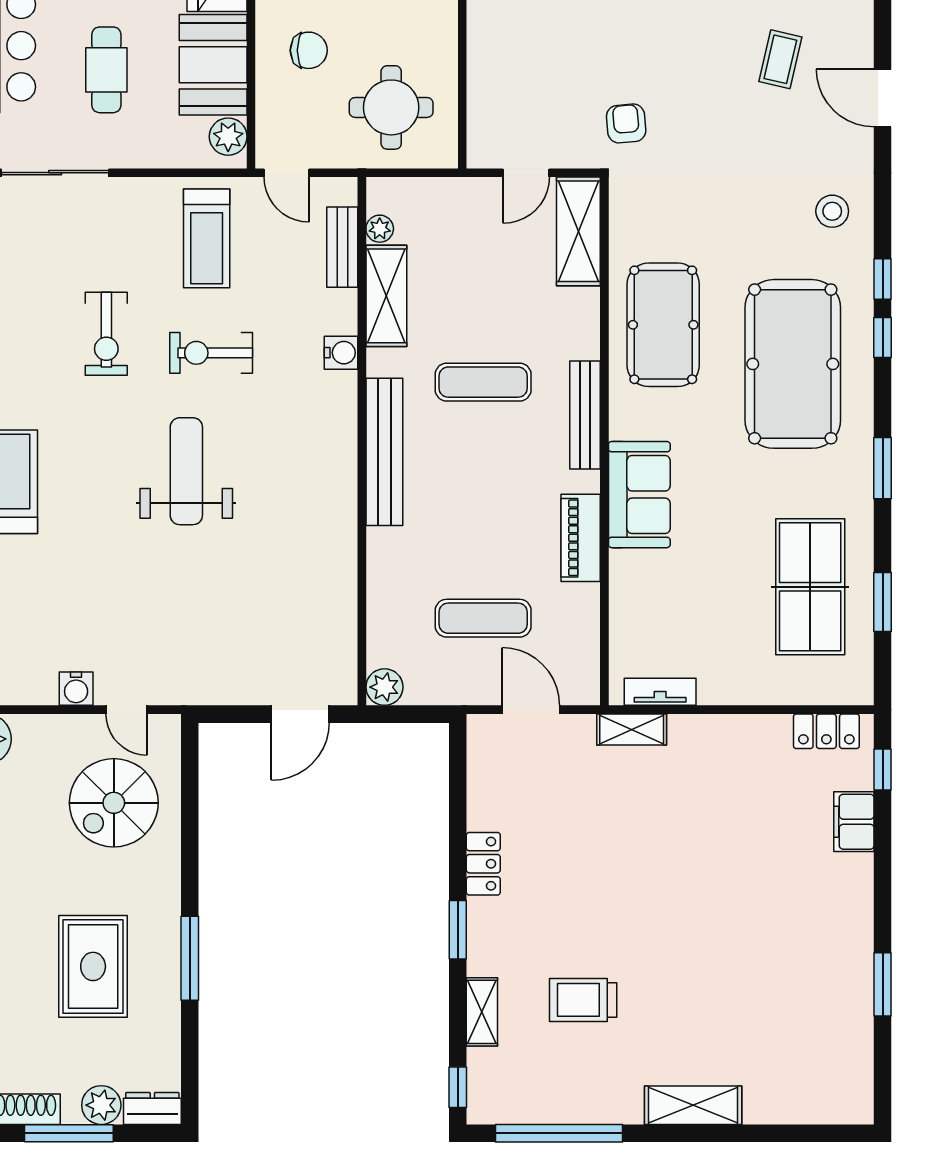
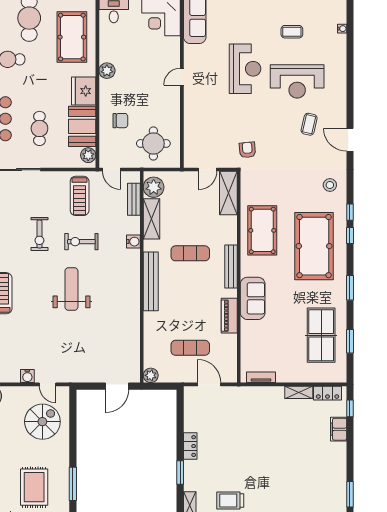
plant: (380, 229) -> (154, 187), width x1.88, depth x1.88
shelving: (632, 729) -> (299, 392), moved
spiral stairs: (114, 803) -> (42, 422), turned 180

